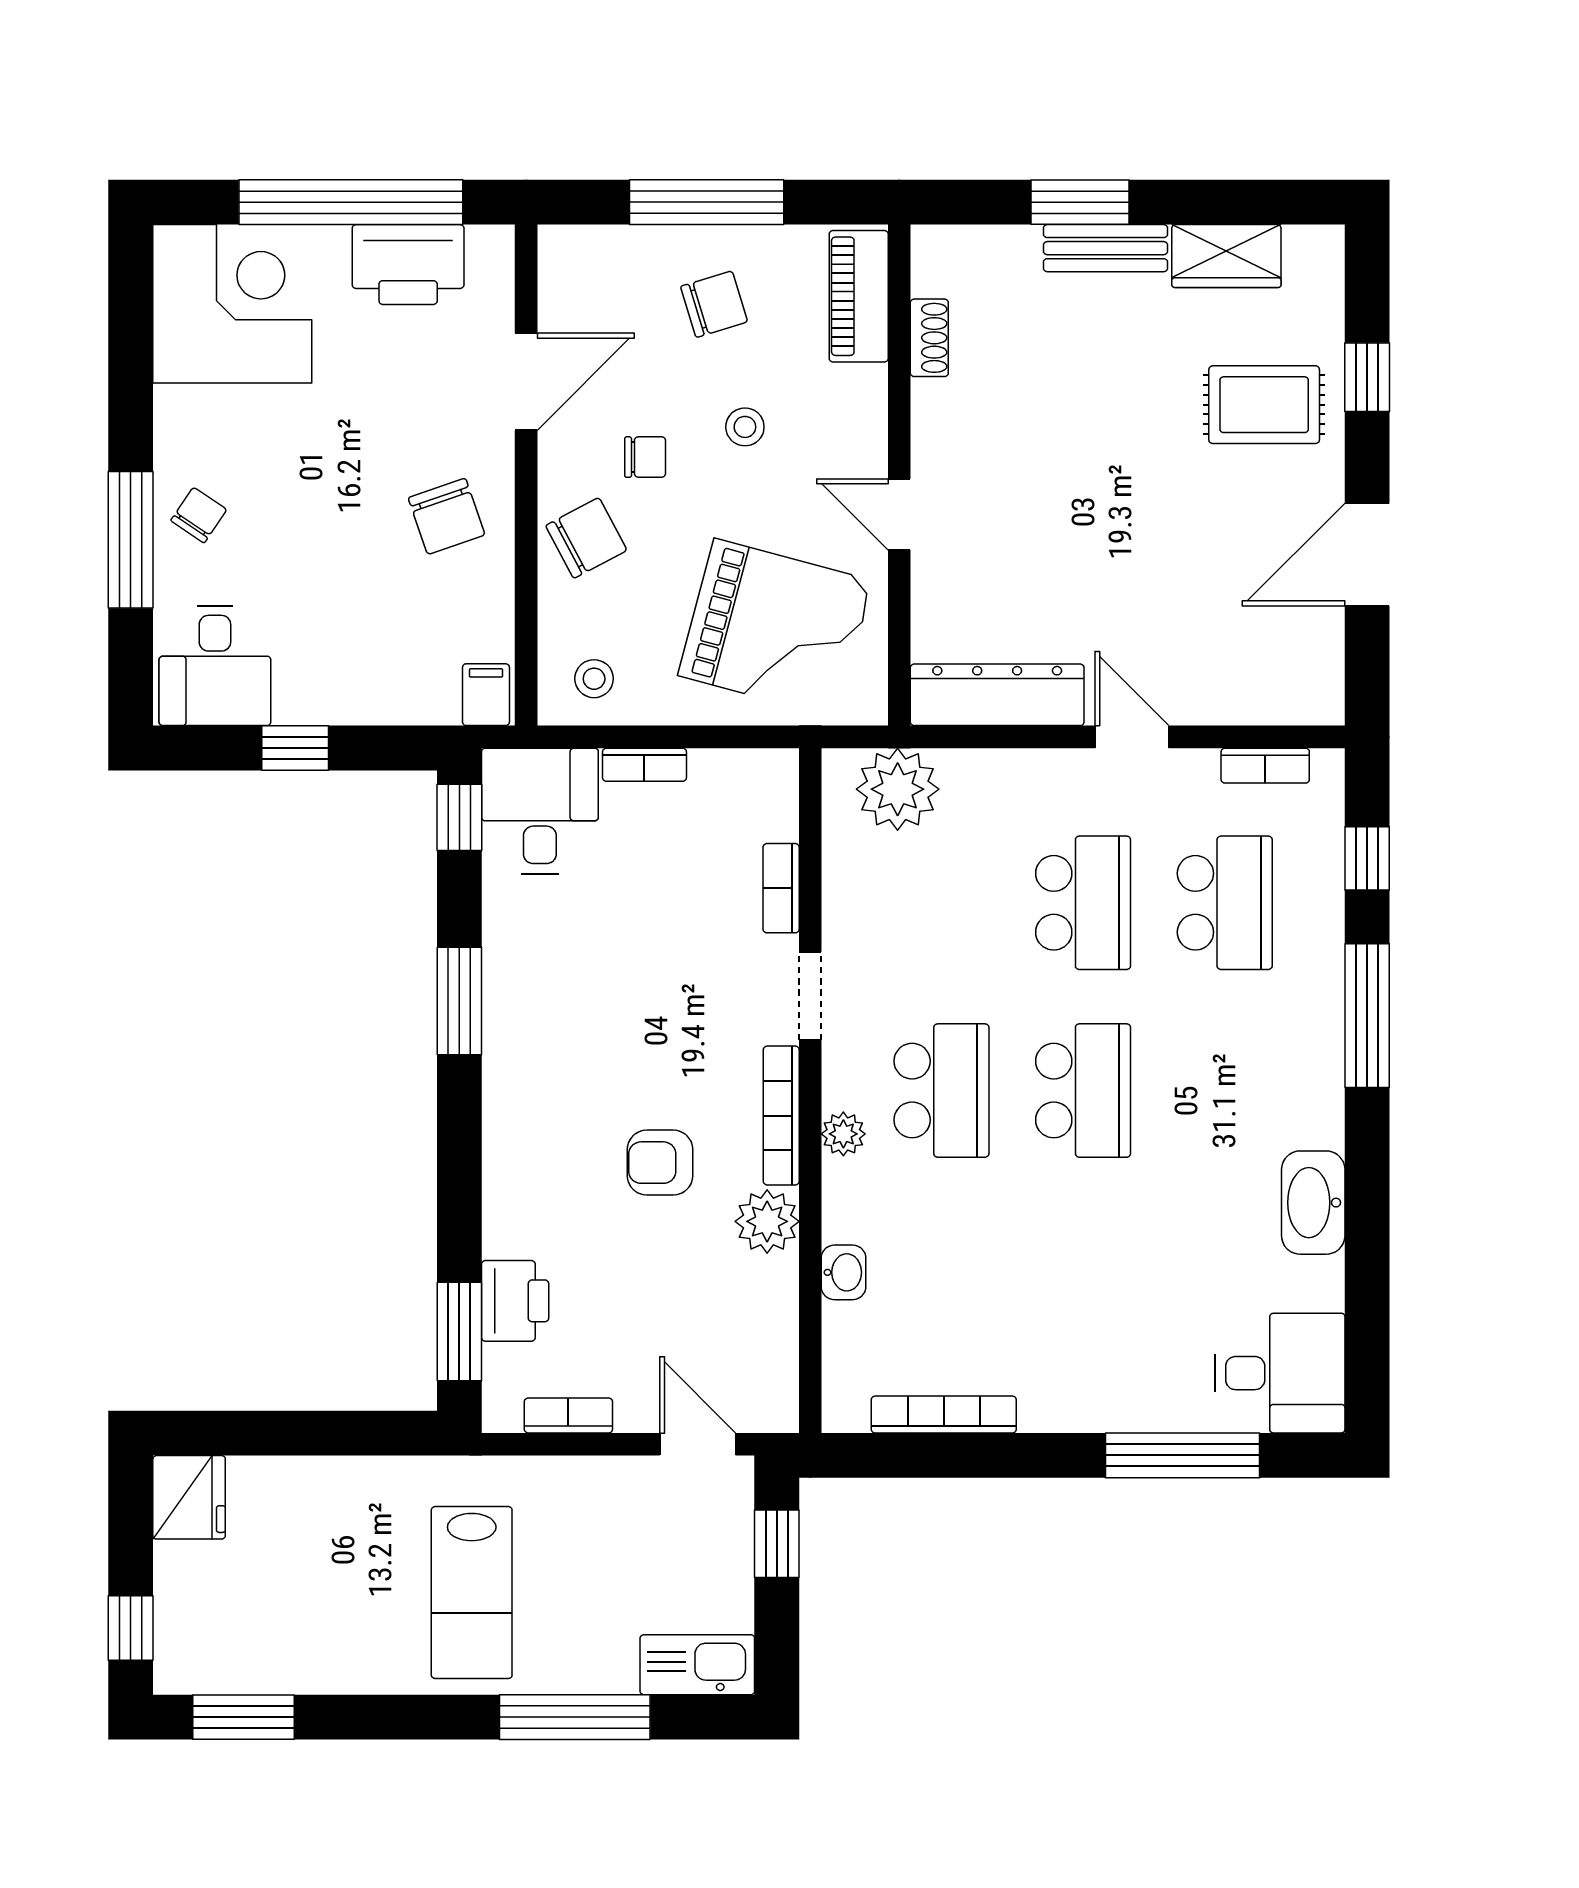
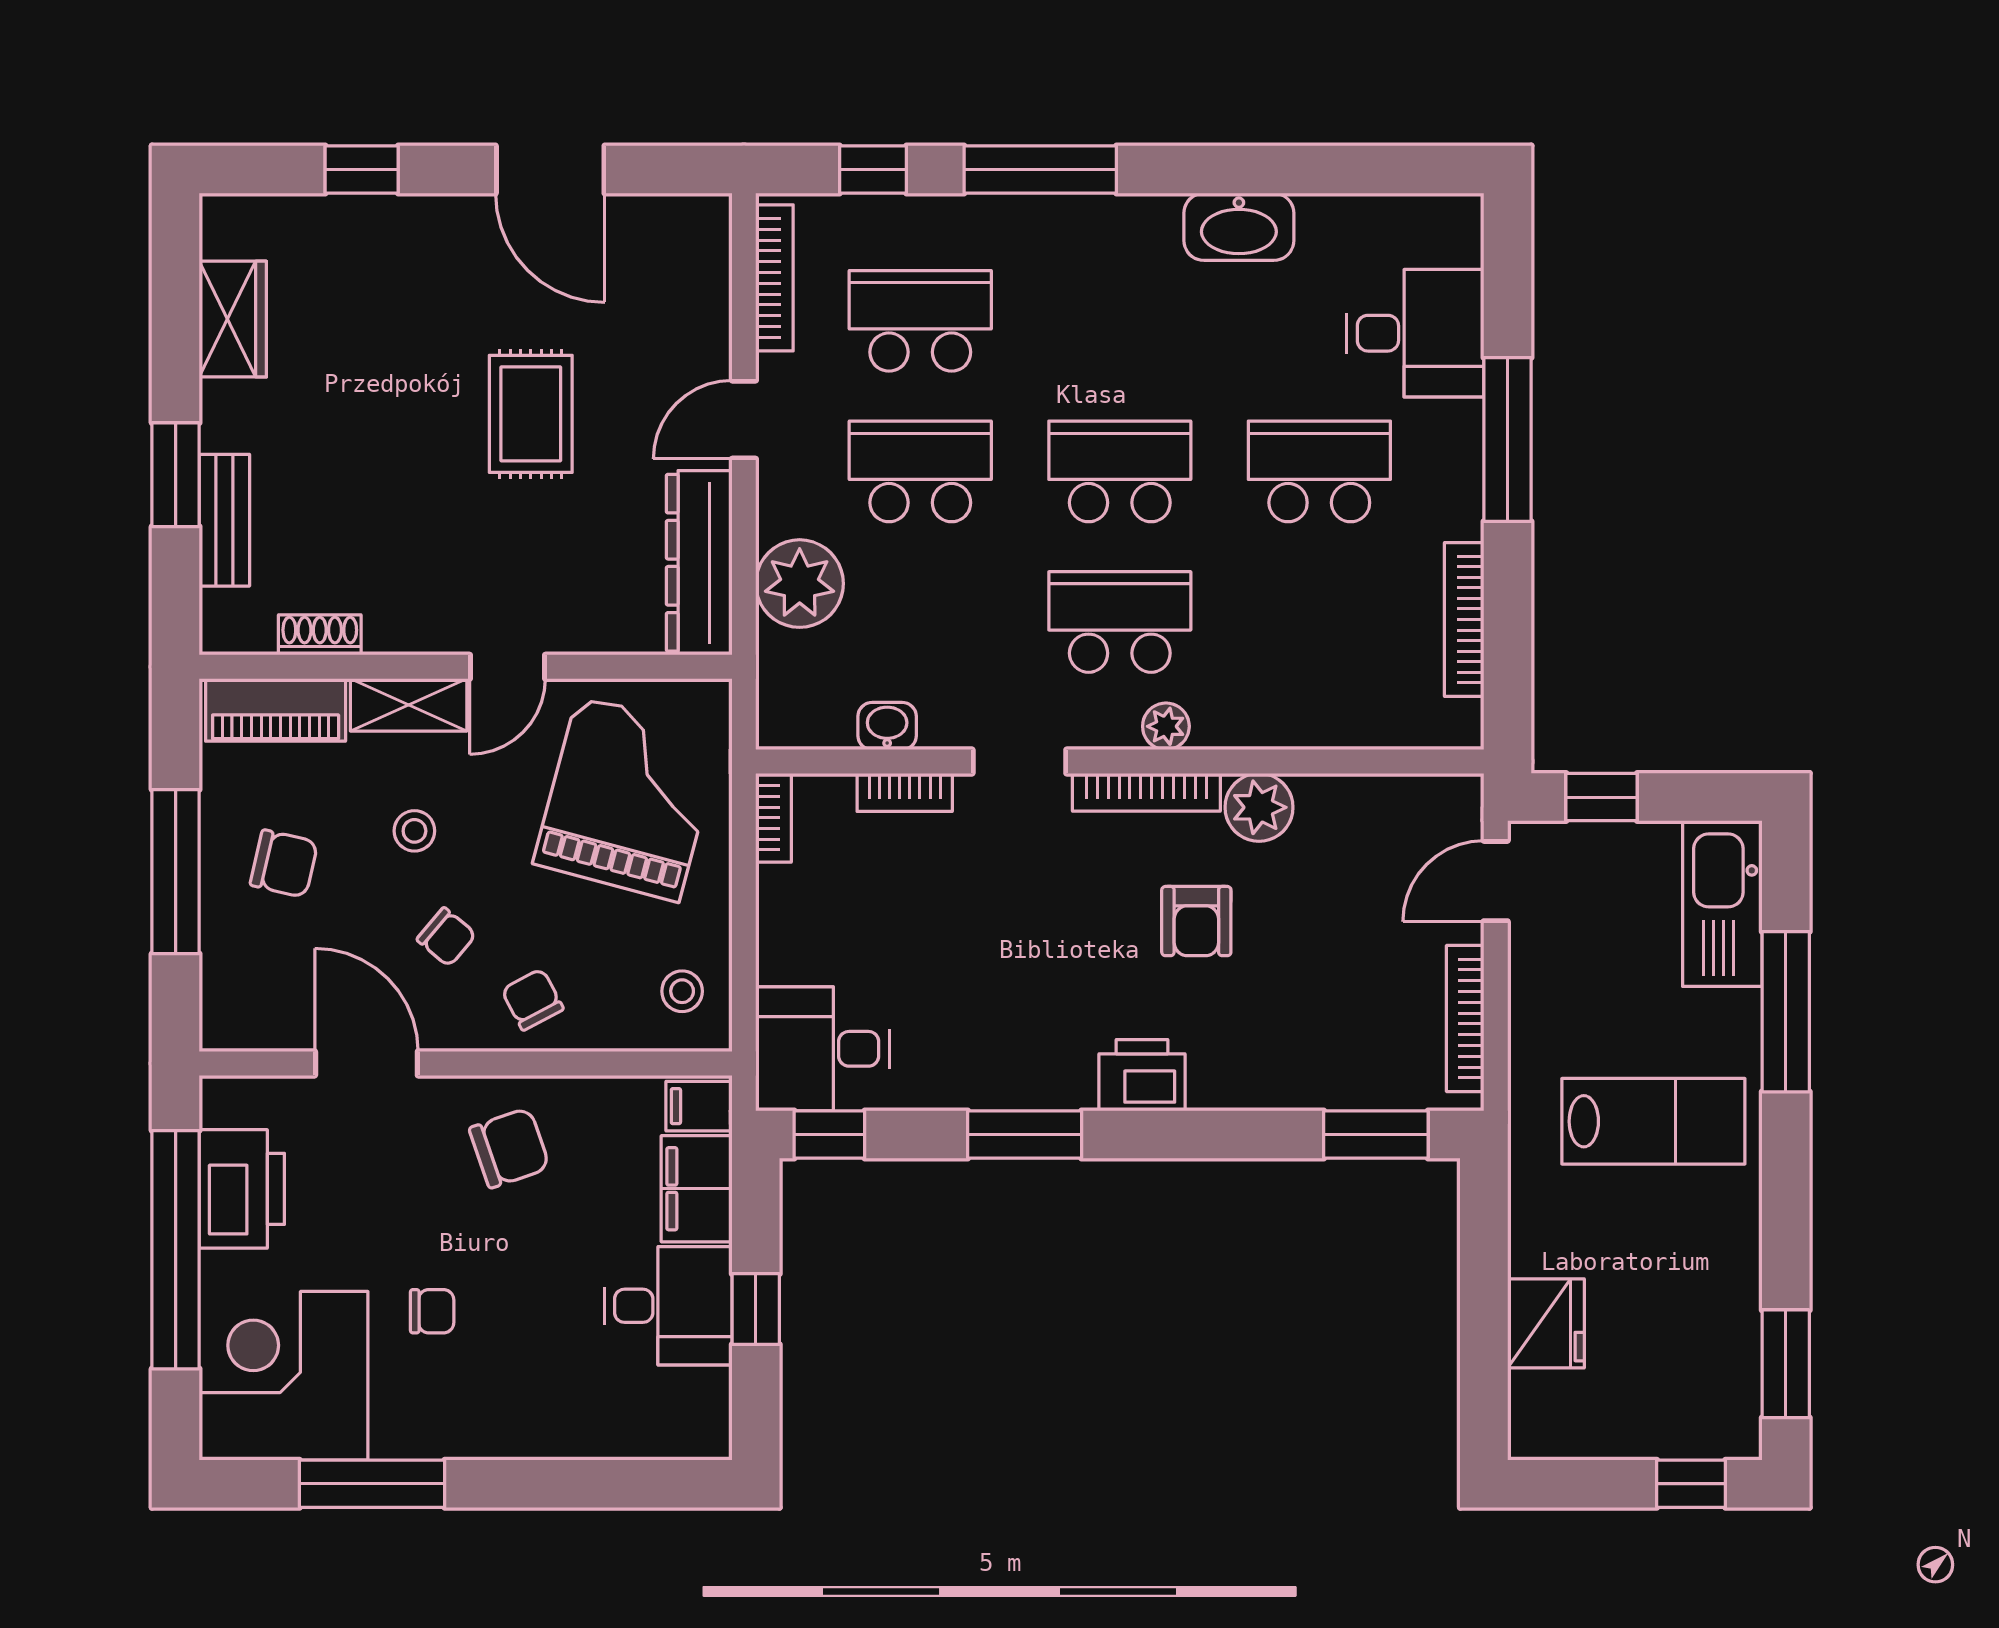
bench: (1105, 248) -> (224, 520), moved
chair: (714, 304) -> (284, 864), turned 120
rug: (1264, 405) -> (531, 414), moved
shelving: (863, 421) -> (409, 705), added
chair: (645, 457) -> (446, 937), turned 130
chair: (199, 515) -> (432, 1311), moved, turned 146
chair: (586, 538) -> (532, 999), width x0.73, depth x0.73
window: (131, 540) -> (372, 1484), moved
desk: (215, 666) -> (668, 1306), moved
filing cabinet: (408, 692) -> (697, 1189), added
bookcase: (644, 765) -> (773, 818), moved
bookcase: (1265, 766) -> (774, 278), width x1.56
plant: (898, 789) -> (800, 584), moved
washbasin: (844, 1272) -> (887, 726), moved
school desk: (1083, 1278) -> (1319, 471), added
printer: (515, 1301) -> (1142, 1075), moved
desk: (1280, 1373) -> (1415, 333), moved, turned 90
bookcase: (568, 1415) -> (1465, 1018), width x1.56
window: (1183, 1455) -> (1508, 439), moved
fridge: (189, 1497) -> (1546, 1323), moved, turned 90
kitchen sink: (697, 1665) -> (1722, 904), width x1.36, depth x1.24

